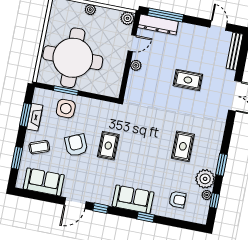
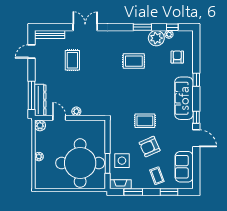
rug: (188, 80) -> (72, 60), moved
fireplace: (35, 117) -> (120, 184), moved
sofa: (133, 199) -> (184, 98), width x1.36

